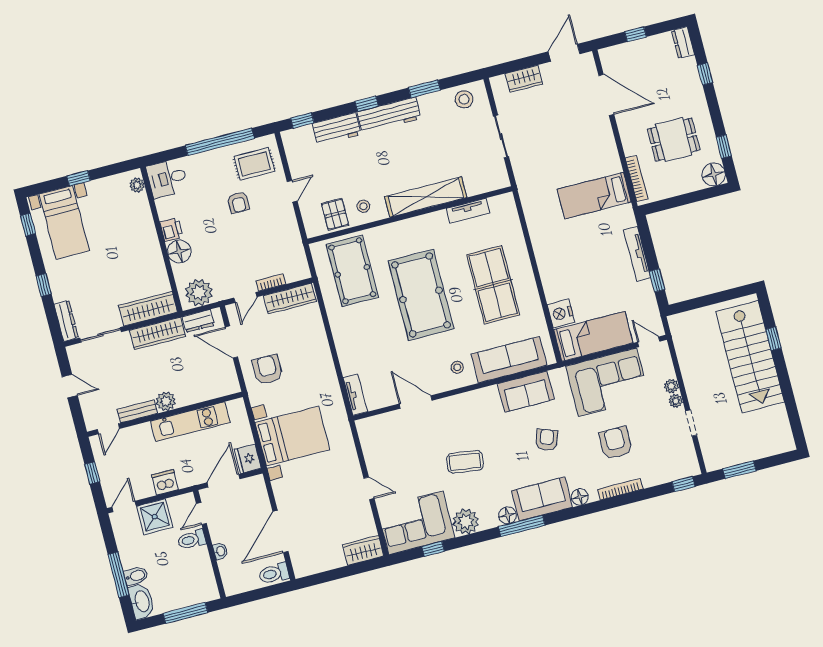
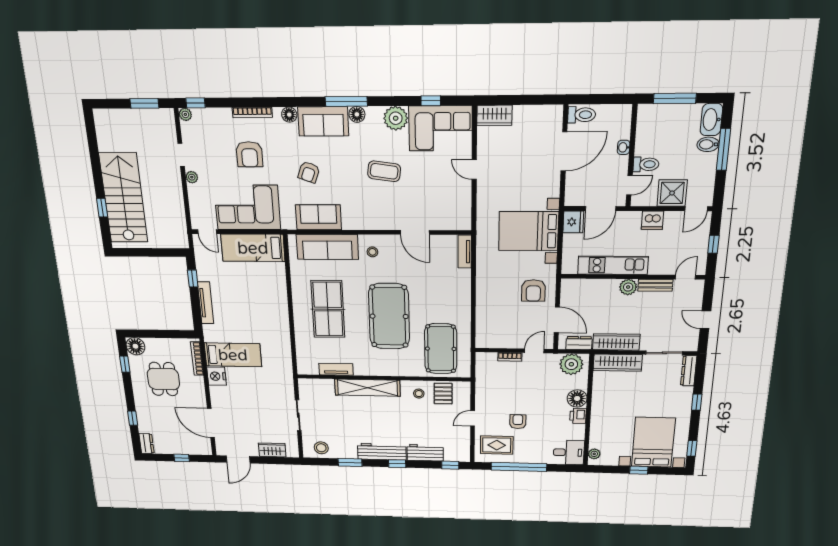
dining table: (674, 140) -> (163, 379), turned 90
bed with nightstands: (64, 222) -> (653, 442), width x1.36
wardrobe: (290, 299) -> (498, 341), removed
nightstand: (561, 313) -> (217, 376), moved, turned 180
plant: (671, 386) -> (185, 114), moved

